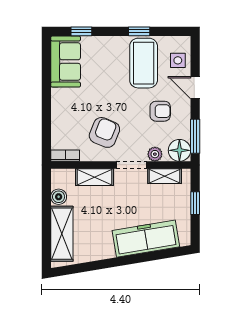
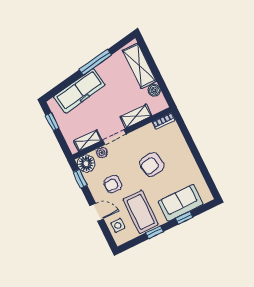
window: (81, 31) -> (184, 218), moved
sofa: (66, 62) -> (181, 203), moved, turned 90
armchair: (104, 132) -> (152, 164), moved, turned 58
window: (195, 136) -> (80, 179), width x0.67
window: (195, 203) -> (52, 122), moved
window: (111, 263) -> (95, 62), added

